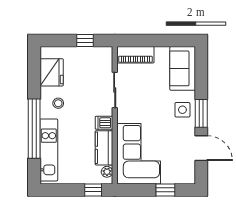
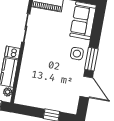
corner sofa: (139, 154) -> (36, 82), removed

